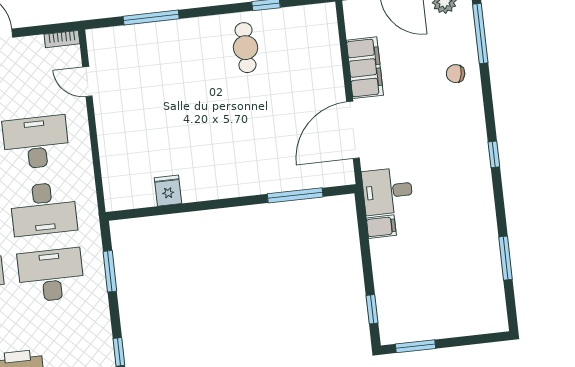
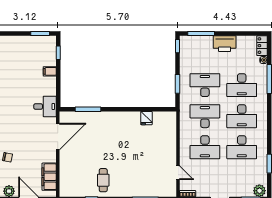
filing cabinet: (365, 68) -> (49, 177), moved
filing cabinet: (381, 227) -> (50, 71), moved
desk: (51, 275) -> (205, 85), turned 180

